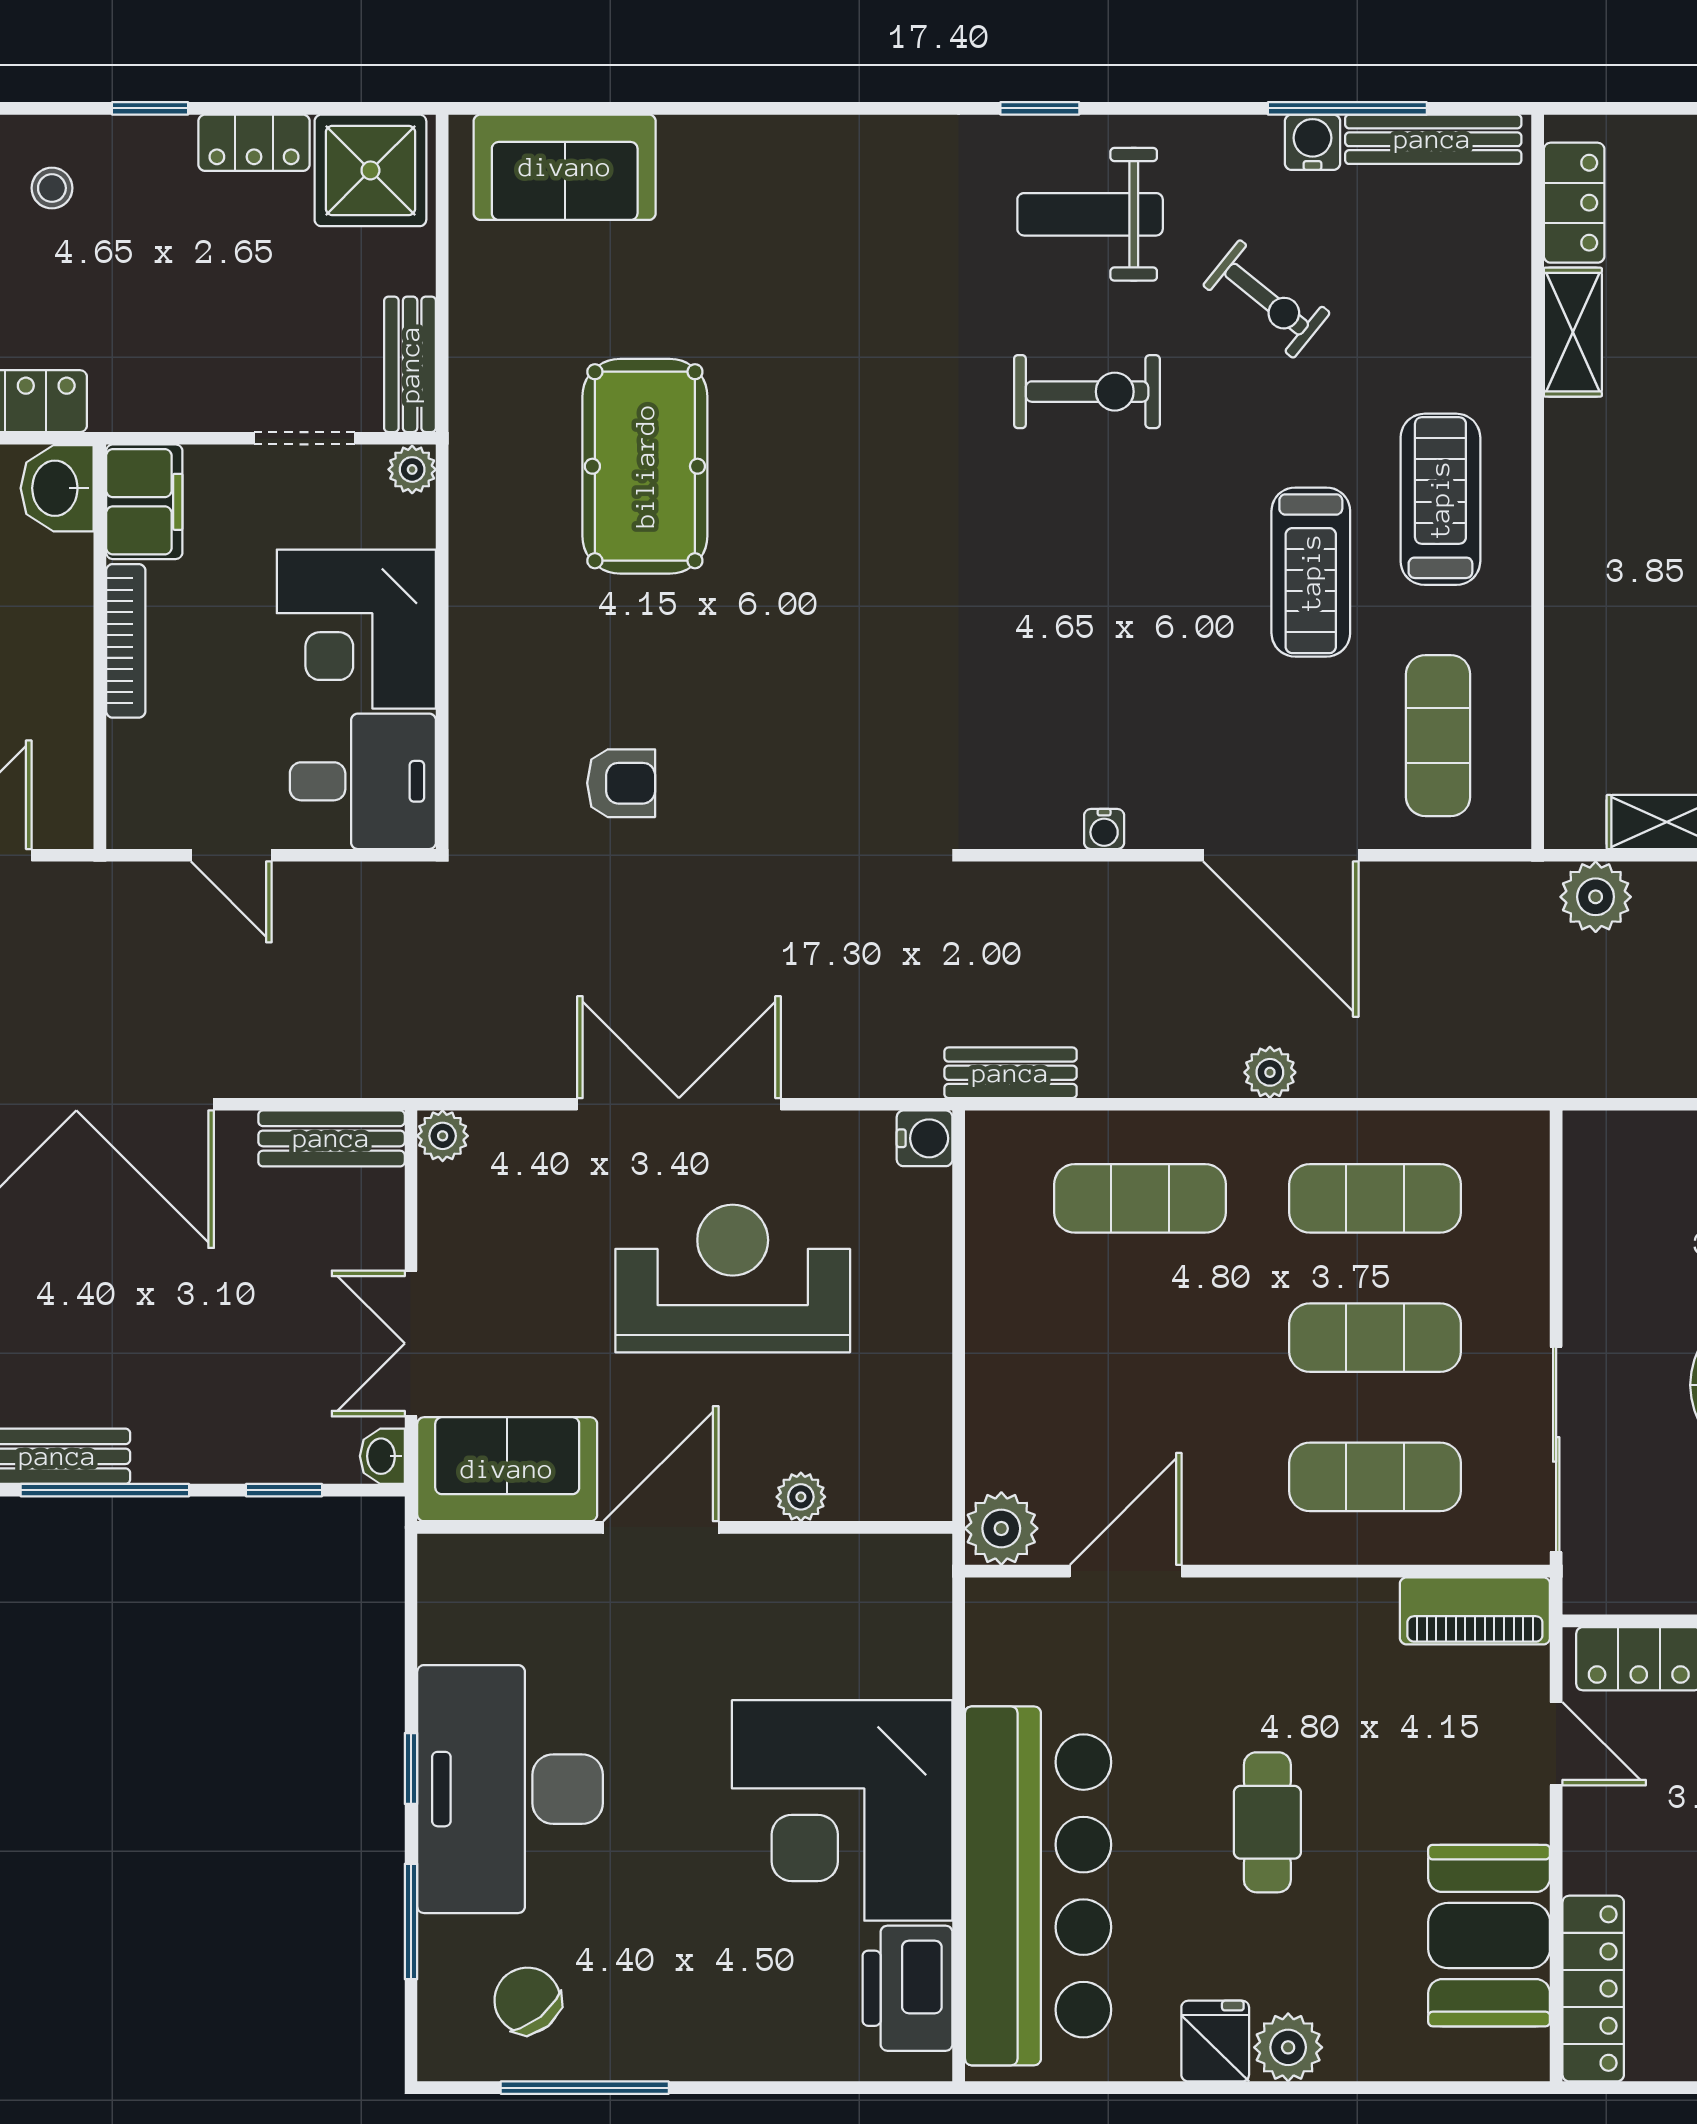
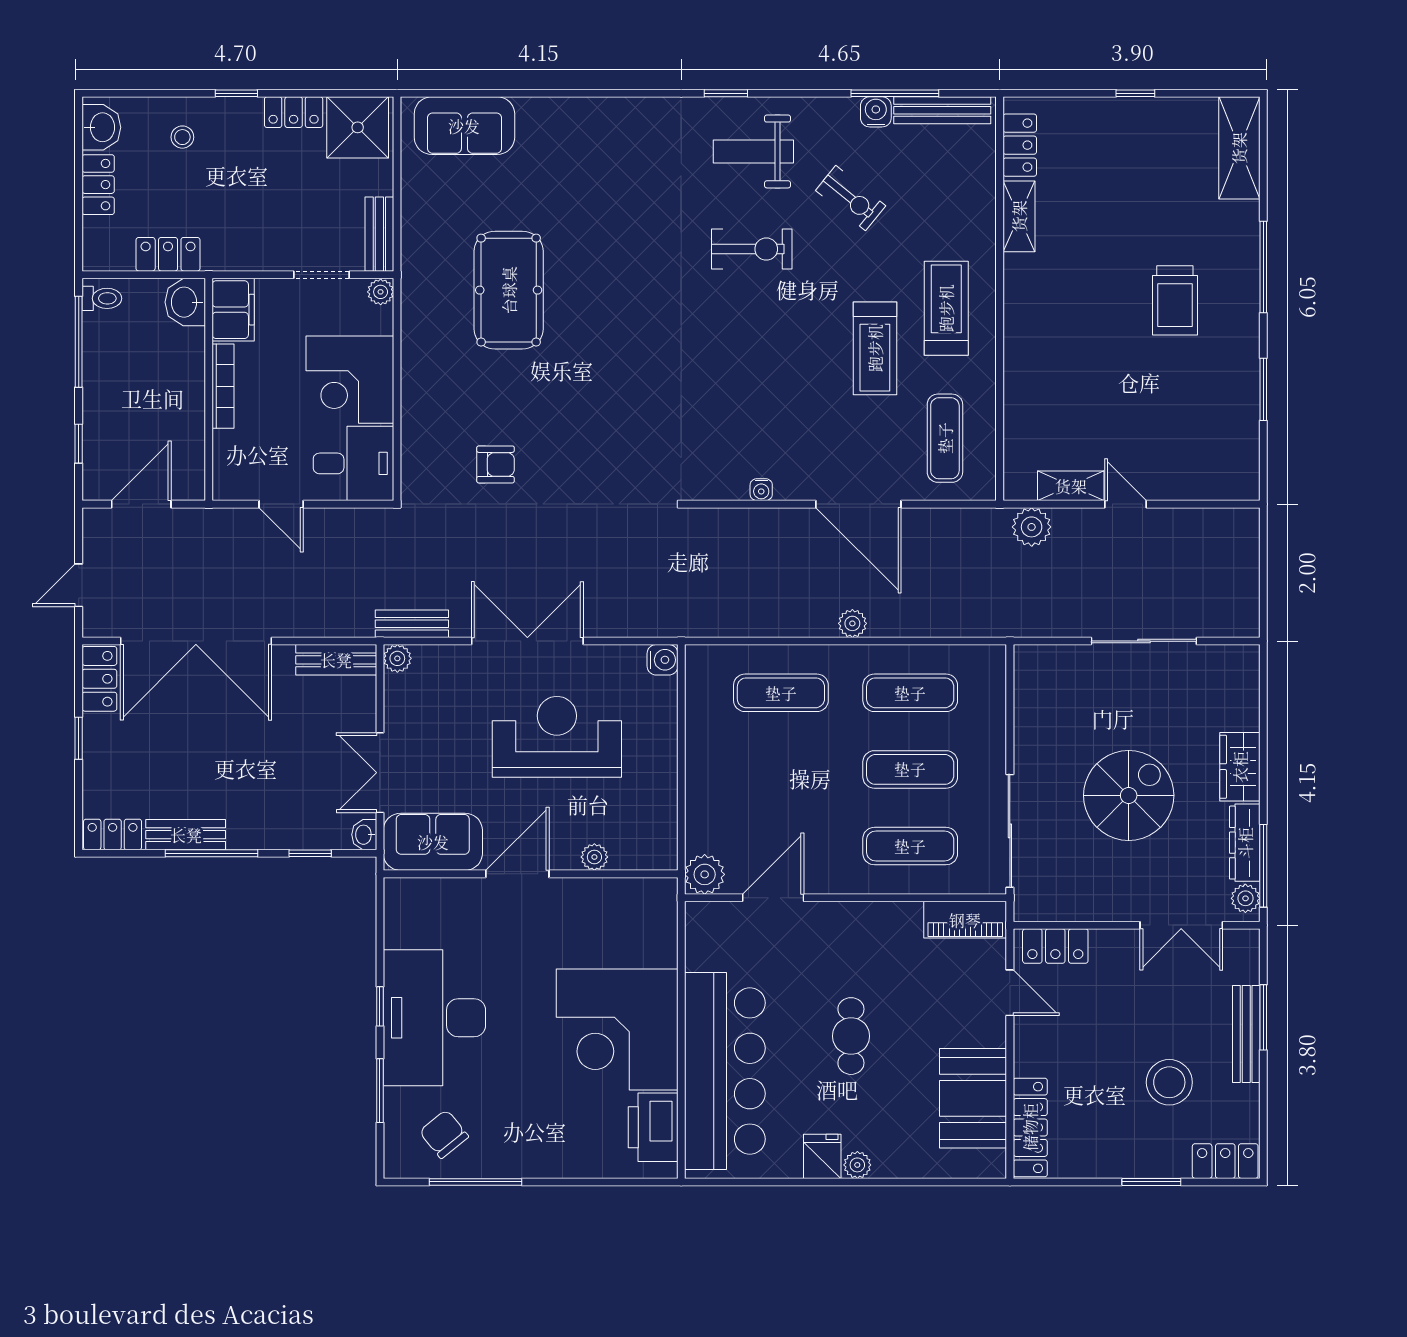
bench: (1011, 1073) -> (412, 624), moved
plant: (1288, 2047) -> (857, 1165), width x0.73, depth x0.73

